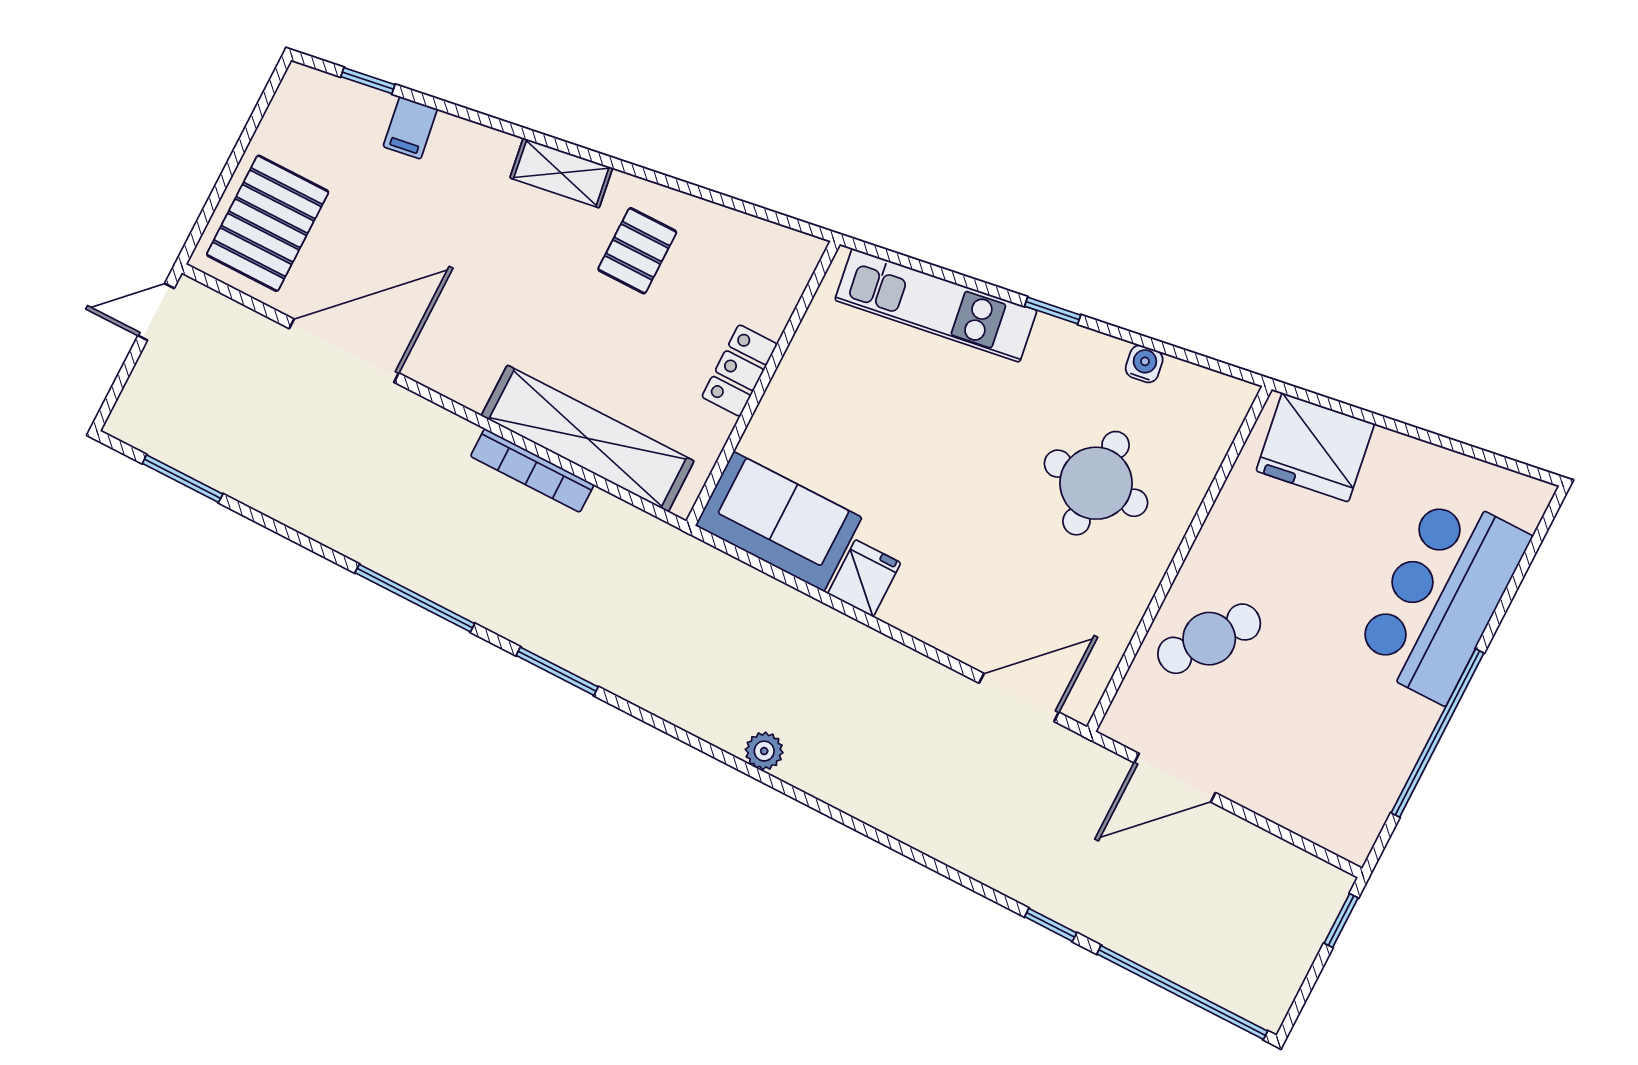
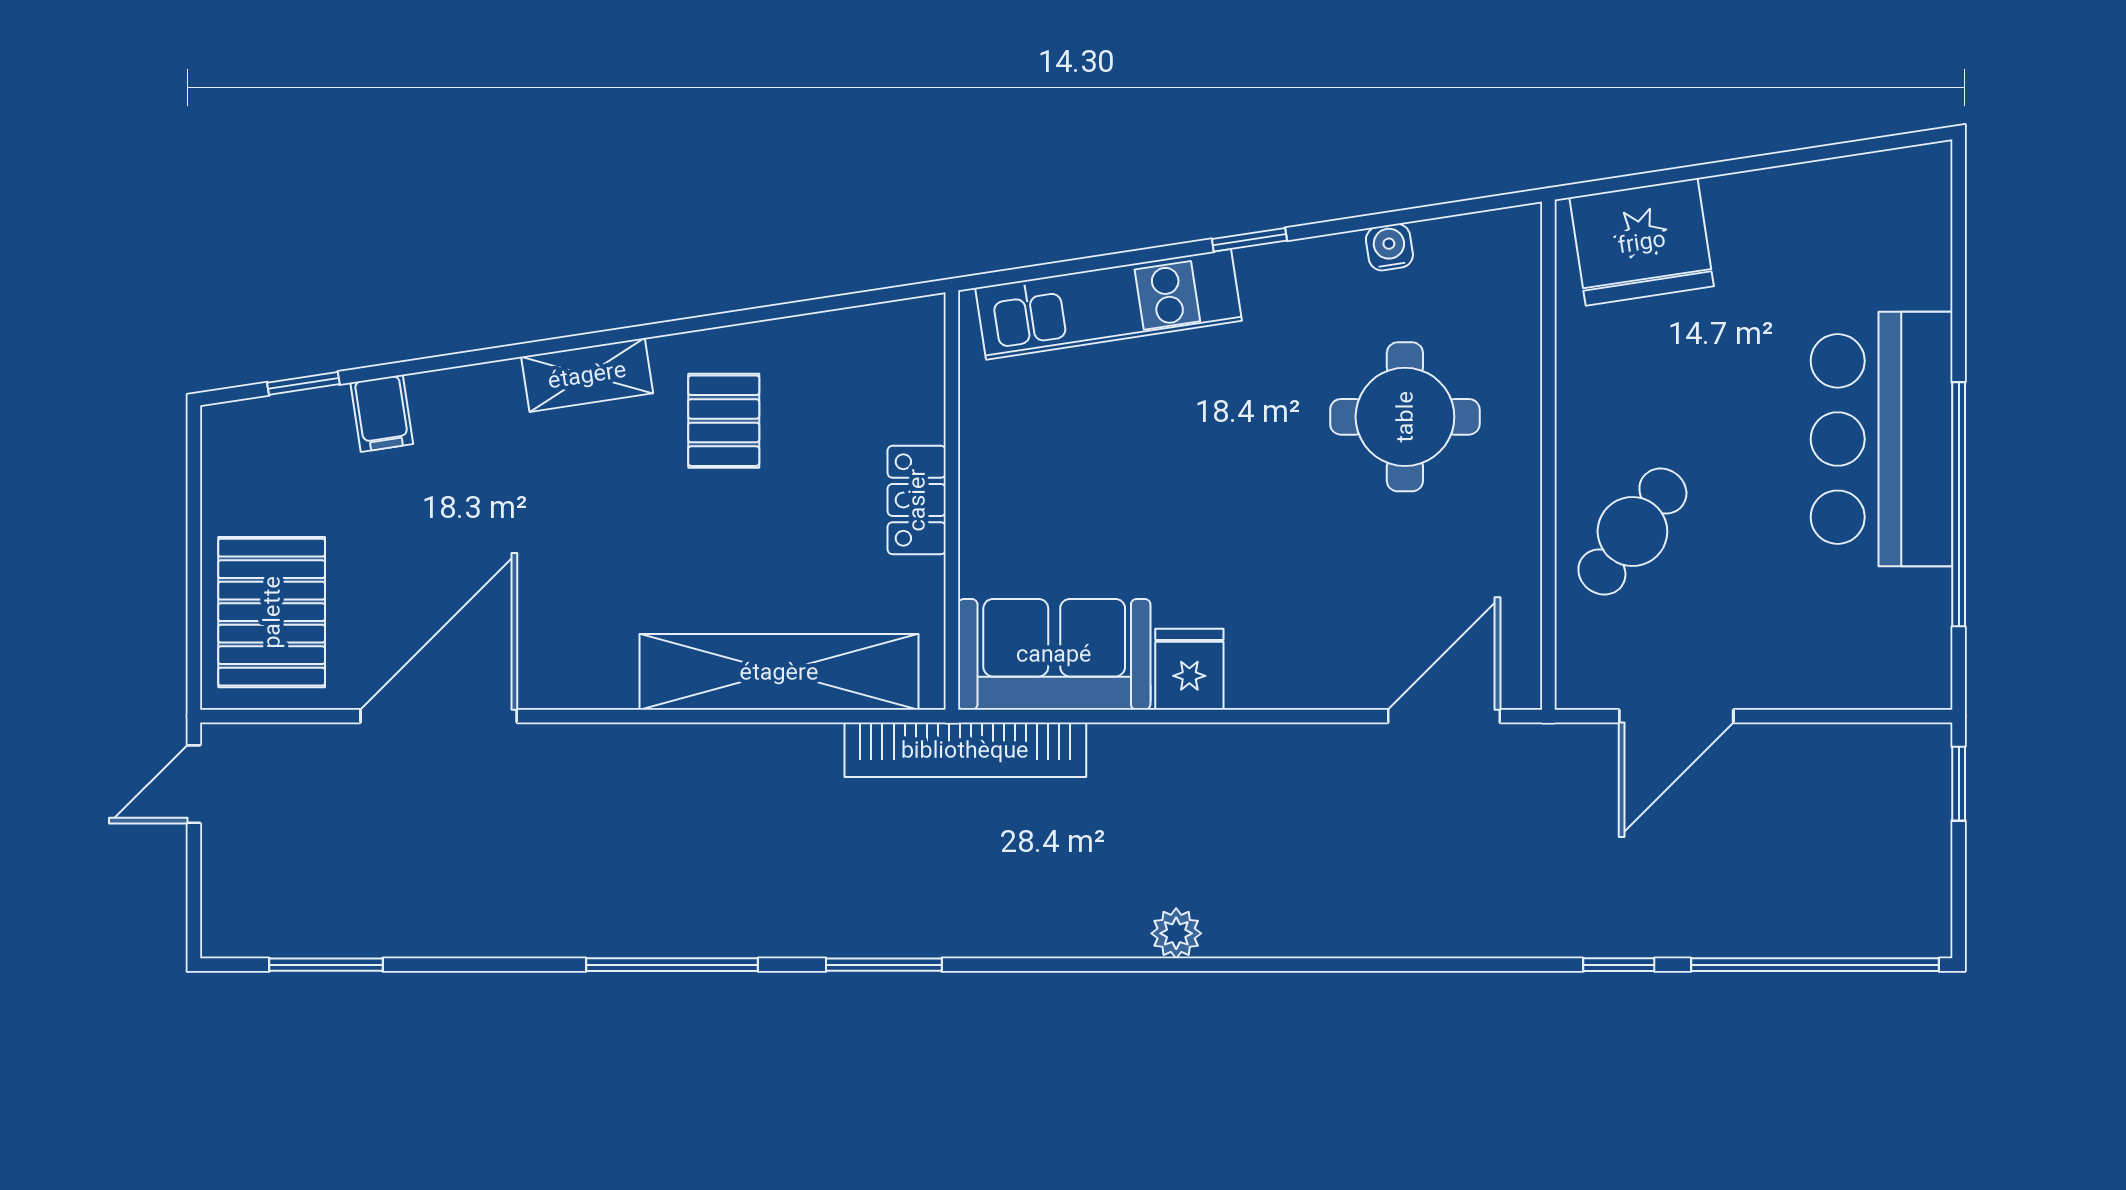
bookcase: (532, 470) -> (965, 750), moved, width x1.48, depth x1.31
bar counter: (1442, 597) -> (1882, 439), moved

